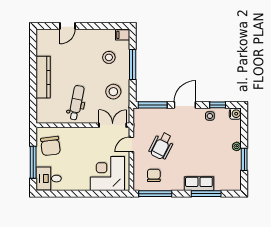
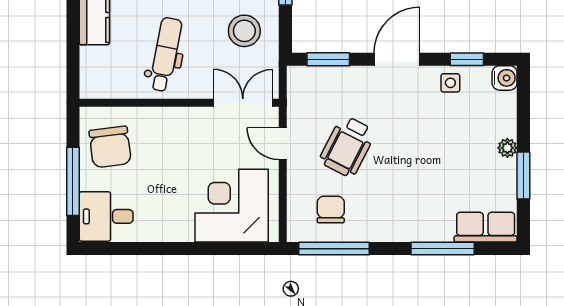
window: (153, 105) -> (328, 59), width x0.69
door: (131, 145) -> (283, 144), hinge flipped
row of seats: (199, 184) -> (486, 227), moved

